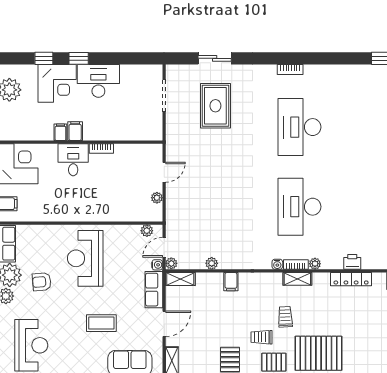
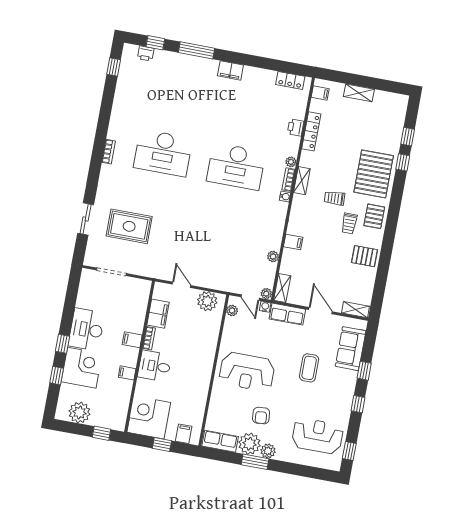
filing cabinet: (75, 131) -> (132, 340), moved
filing cabinet: (129, 153) -> (158, 314), added
plant: (157, 198) -> (207, 301), width x1.87, depth x1.87

